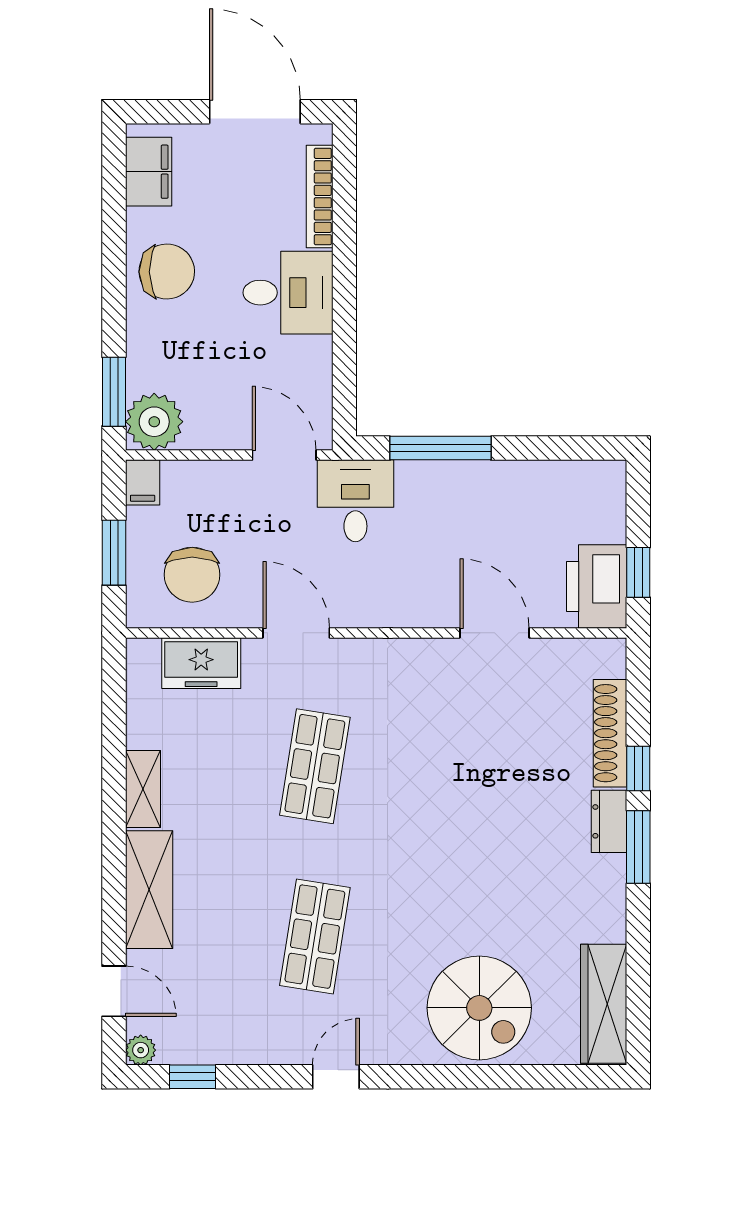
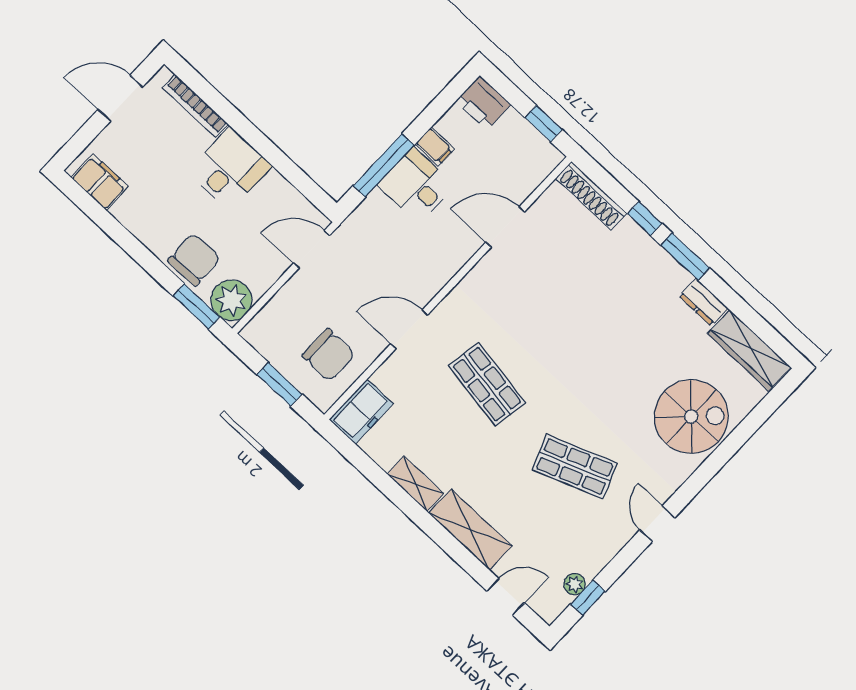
door: (255, 112) -> (120, 98), width x0.73
chair: (167, 271) -> (194, 260), moved
filing cabinet: (143, 482) -> (435, 146), moved
desk: (355, 501) -> (416, 185), moved
printer: (597, 586) -> (483, 103), moved, width x0.73, depth x0.84
freezer: (201, 663) -> (361, 412), moved
shoe rack: (610, 733) -> (591, 196), moved
dresser: (609, 821) -> (703, 302), moved
shop shelf: (315, 937) -> (575, 467), turned -30
plant: (141, 1050) -> (575, 584), moved

